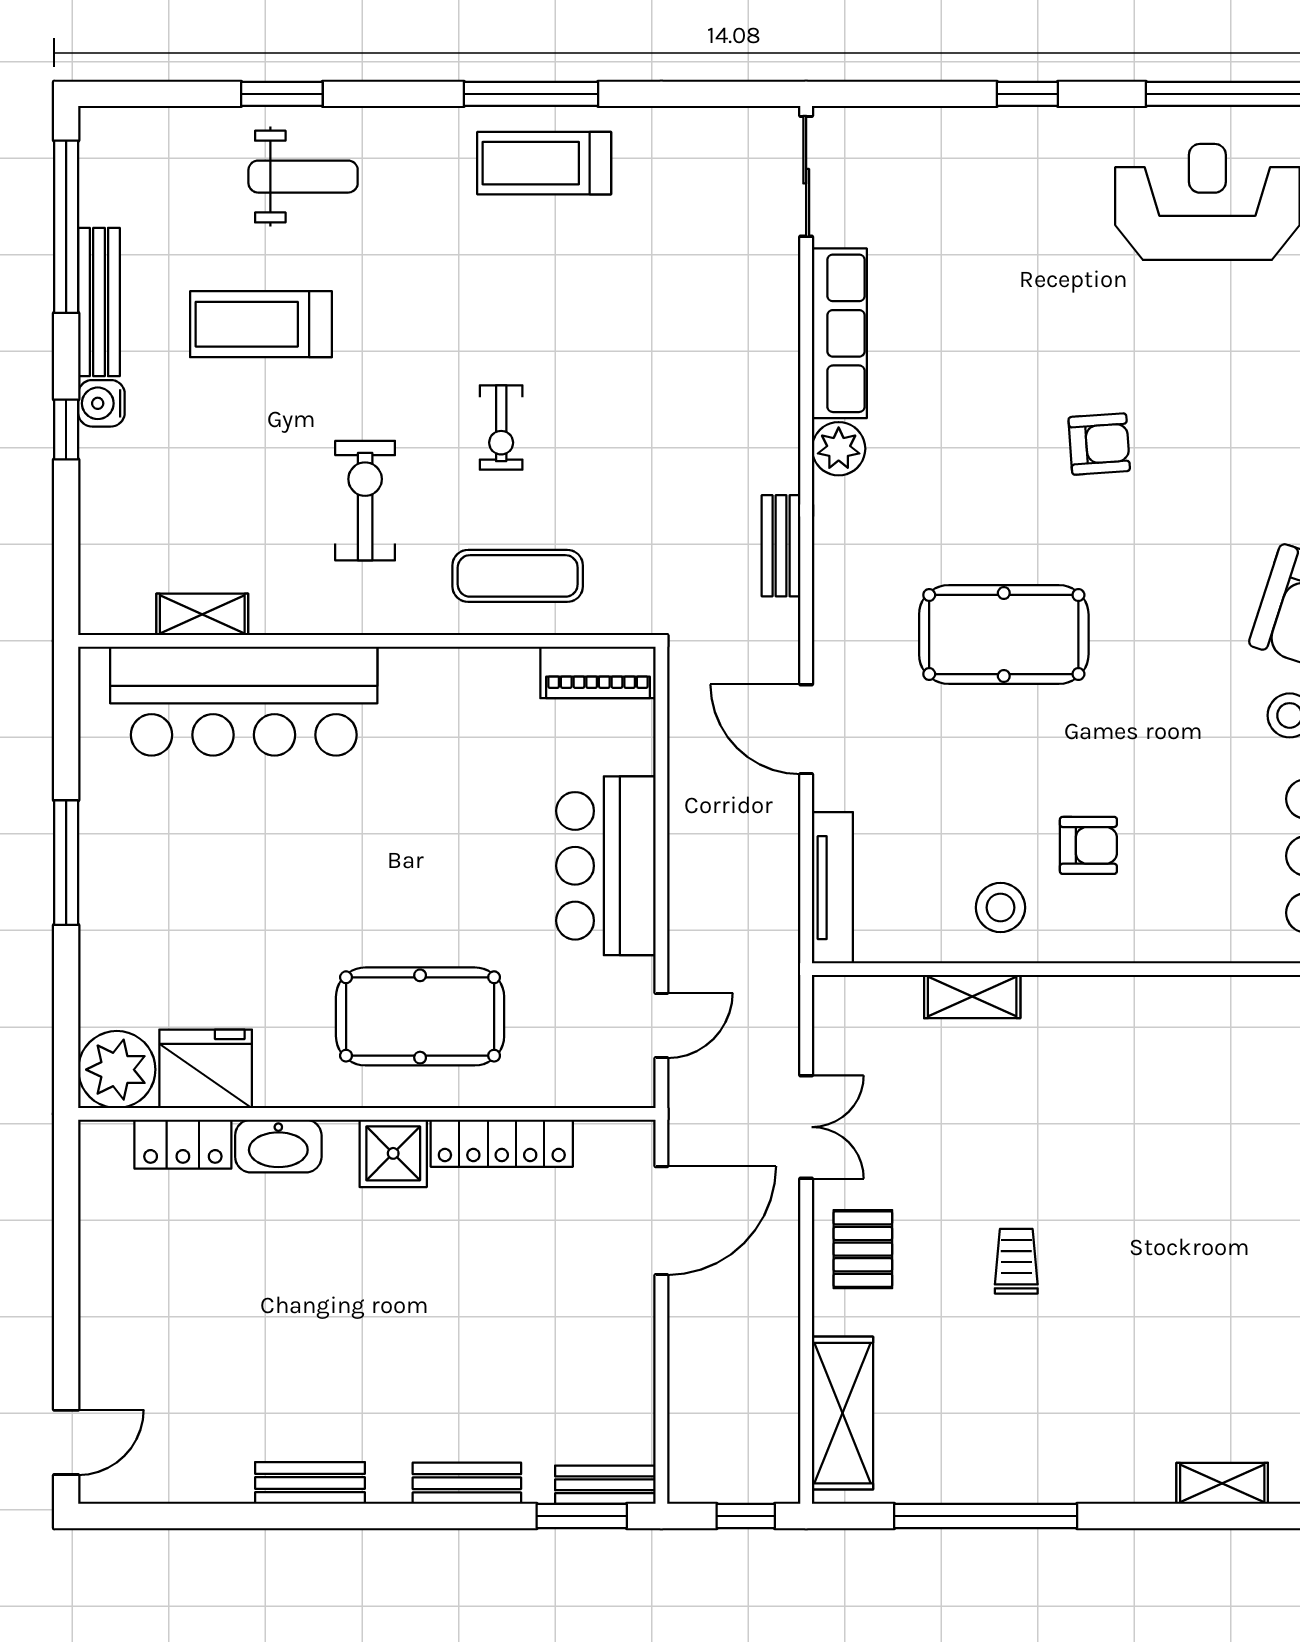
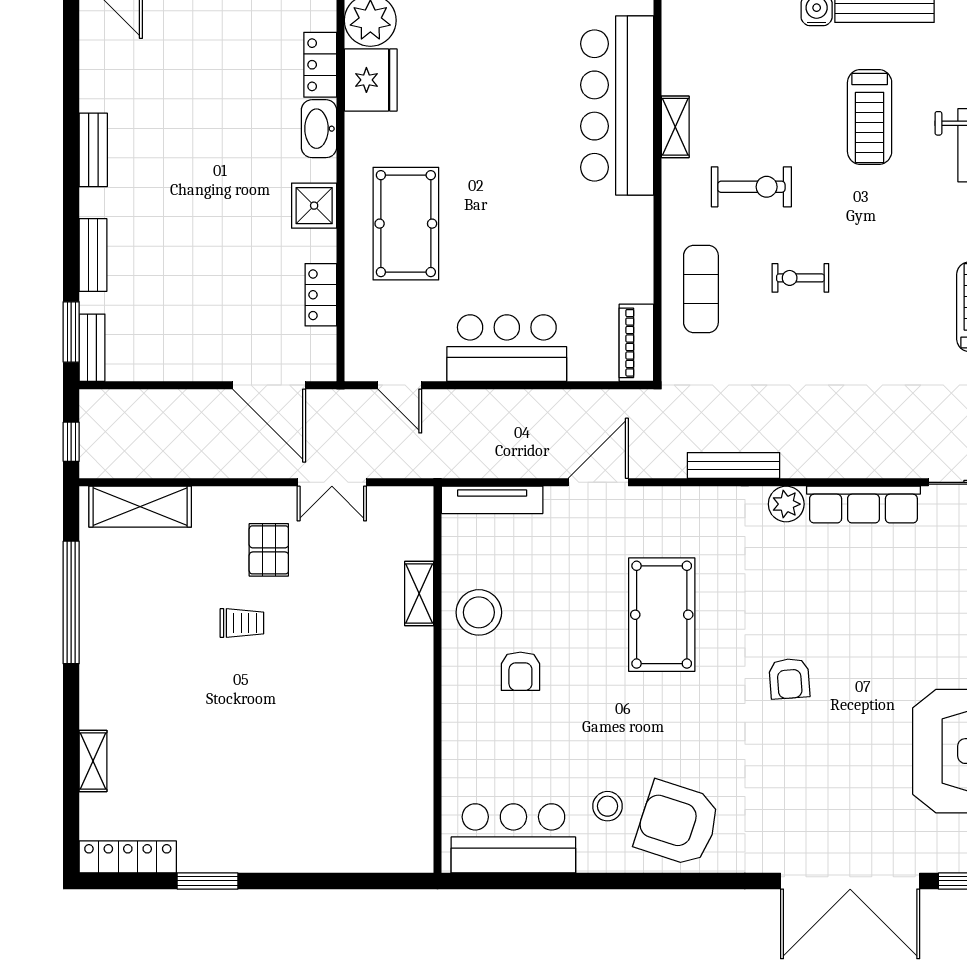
treadmill: (261, 324) -> (870, 117), turned 180
bench: (781, 546) -> (734, 465), width x1.36
shelving: (202, 614) -> (675, 127), moved
stool: (1000, 908) -> (479, 612), width x1.38, depth x1.38
locker: (502, 1143) -> (321, 295), width x0.66
pallet: (863, 1249) -> (269, 550), moved, turned 90

